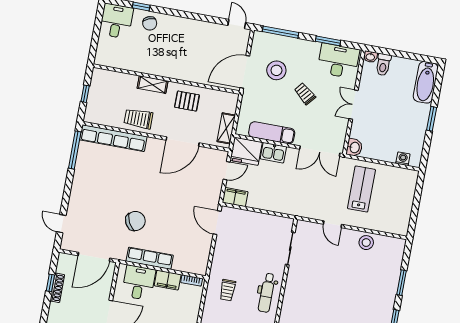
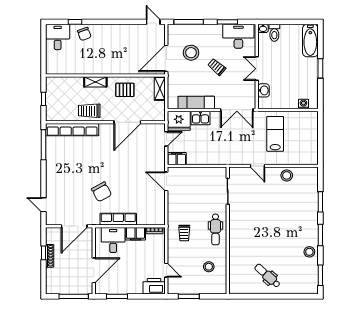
shelving: (226, 128) -> (160, 88), moved
washbasin: (354, 147) -> (264, 90), moved
chair: (135, 221) -> (102, 192), turned 89

